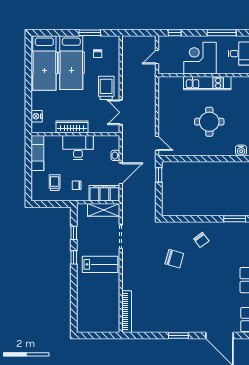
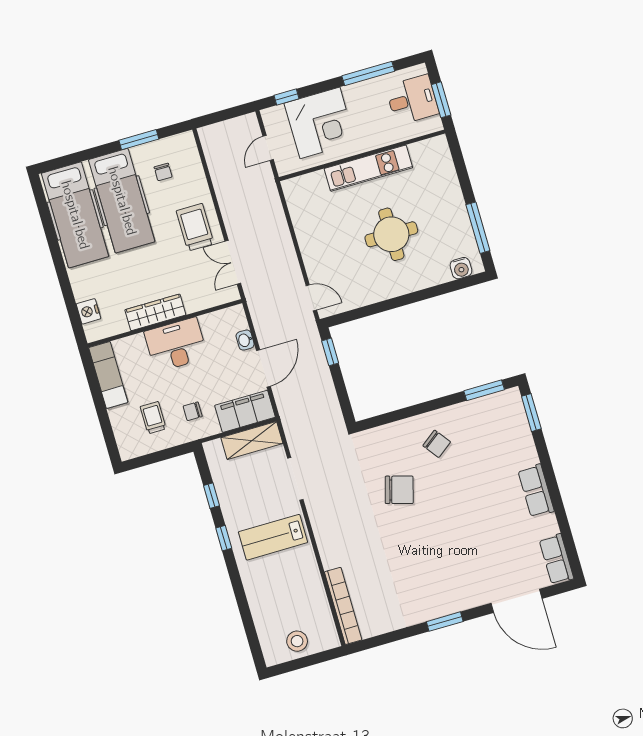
corner desk: (200, 58) -> (320, 123), moved, turned 180
lab bench: (100, 264) -> (273, 537), turned 180
stool: (97, 323) -> (297, 641), added

